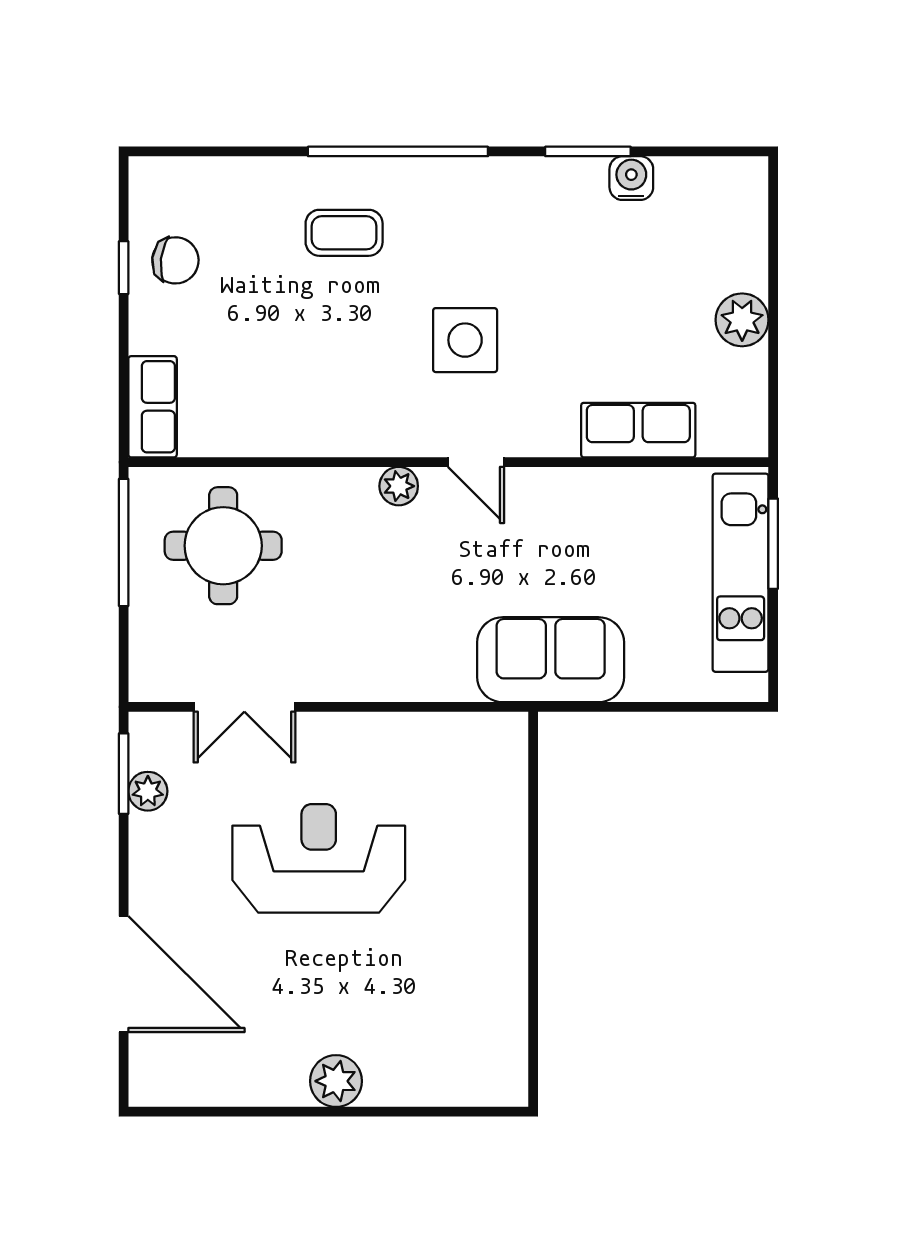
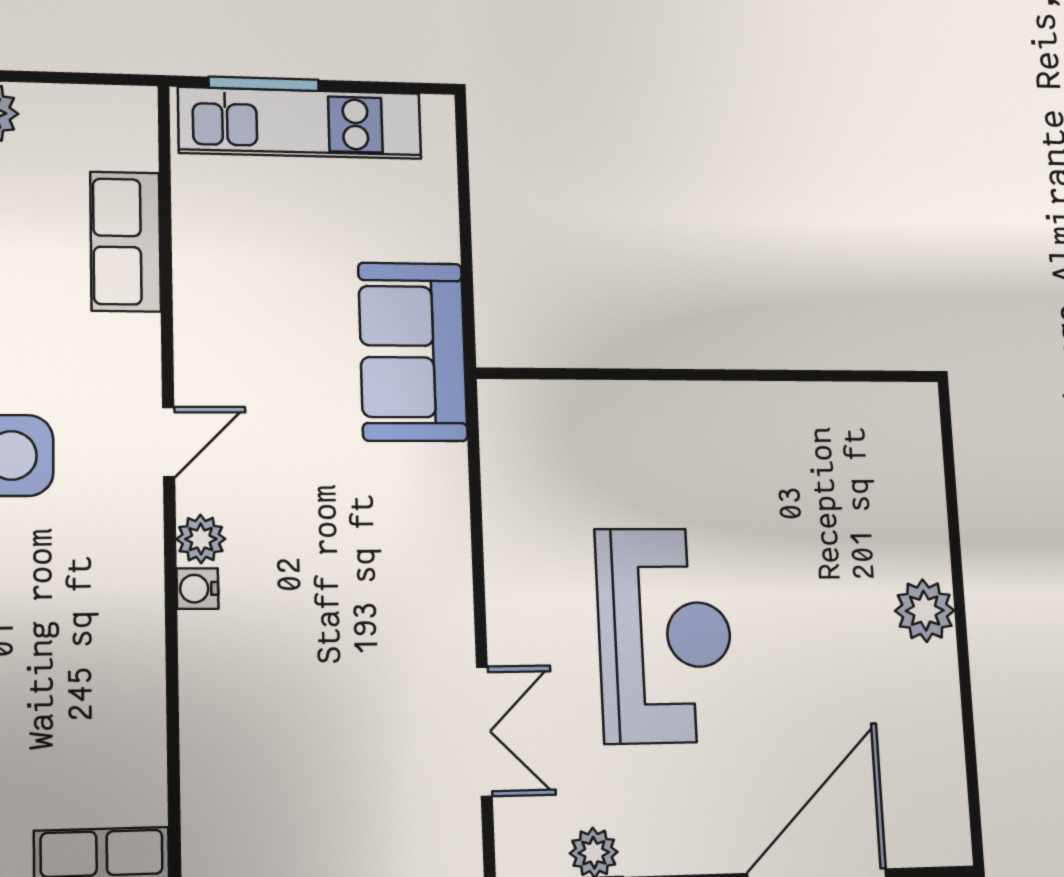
water cooler: (360, 483) -> (197, 589), added
round table: (223, 546) -> (282, 763), removed
reception desk: (319, 858) -> (665, 635), turned 180

